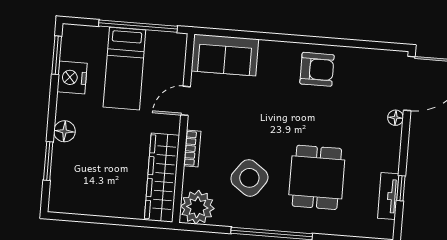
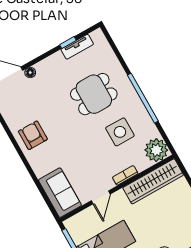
door: (186, 101) -> (101, 197), hinge flipped
side table: (249, 178) -> (120, 132), turned -36

